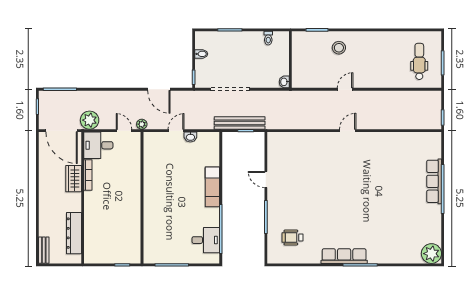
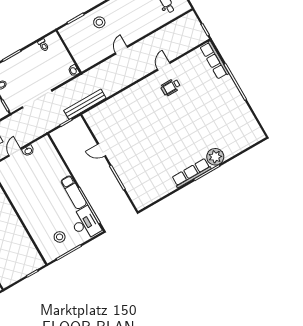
bench: (240, 123) -> (85, 104), moved
door: (348, 131) -> (164, 66), moved
row of seats: (434, 181) -> (214, 60), moved
exam couch: (212, 187) -> (74, 192), moved
wheelchair: (293, 238) -> (171, 87), moved
desk: (206, 240) -> (85, 223), width x1.37
stool: (172, 244) -> (60, 237), added
plant: (431, 254) -> (215, 157), moved

